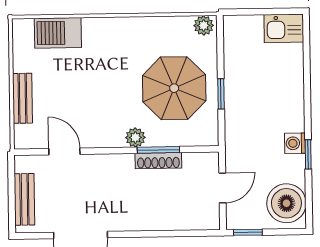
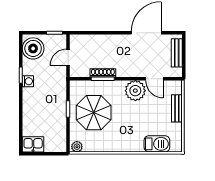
plant: (135, 137) -> (135, 91), moved, width x1.87, depth x1.87

